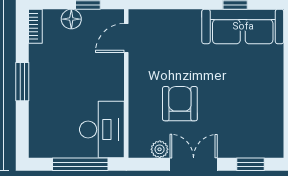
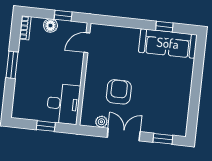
window: (80, 164) -> (46, 126), width x0.46

